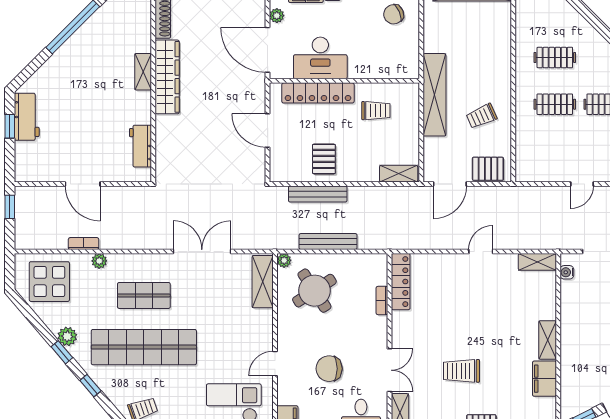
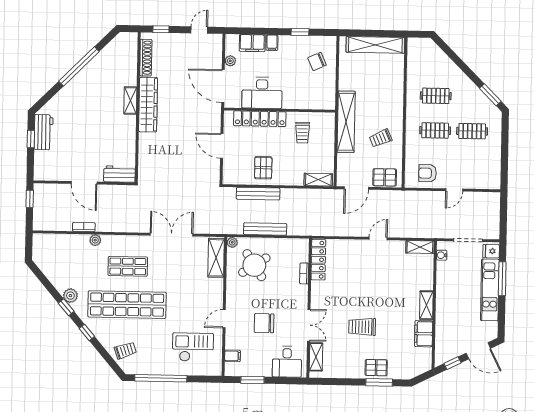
trolley: (376, 111) -> (302, 133), turned 90
workbench: (140, 146) -> (119, 174), moved, turned 90
armchair: (546, 162) -> (428, 173), added
display table: (49, 282) -> (58, 255), removed

